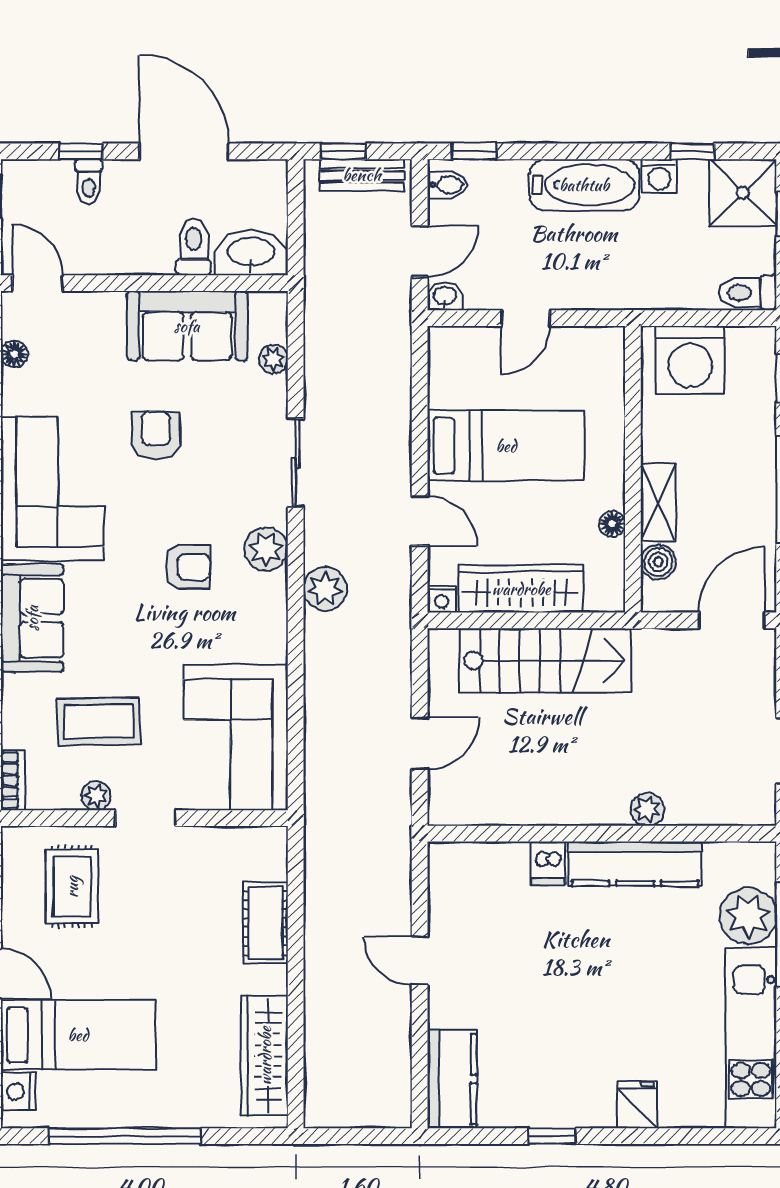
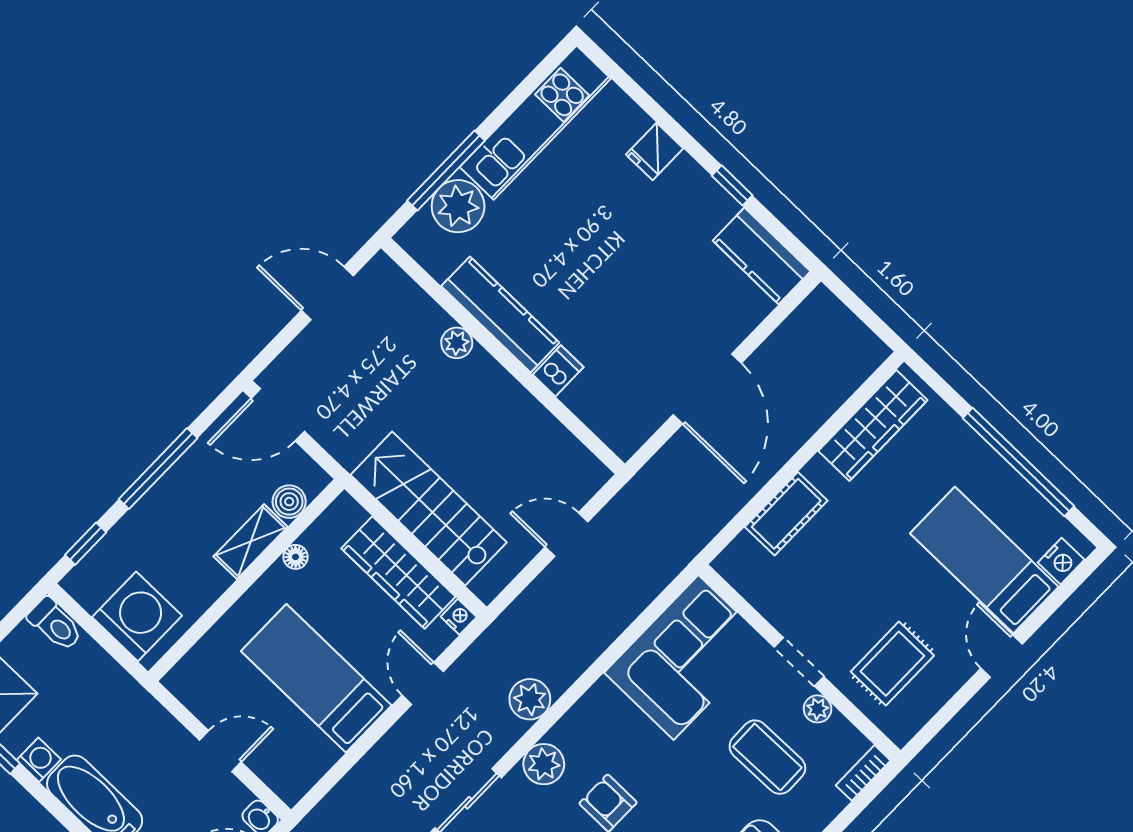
door: (420, 961) -> (707, 389), width x1.88
kitchen counter: (452, 1079) -> (762, 256), moved, turned -90

